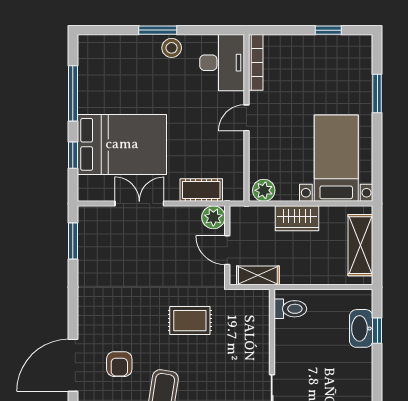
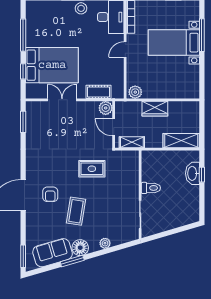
window: (377, 94) -> (202, 35), width x1.44
bed with nightstands: (336, 158) -> (174, 43), moved, turned -90
shelving: (360, 245) -> (181, 141), moved, turned 90
toilet: (290, 309) -> (151, 188), moved

